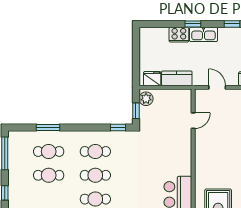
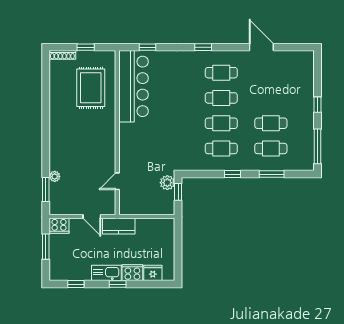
kitchen counter: (177, 78) -> (119, 226), moved
fridge: (152, 79) -> (153, 273), moved, turned 180
plant: (146, 99) -> (167, 183), moved
window: (118, 127) -> (233, 174), moved

